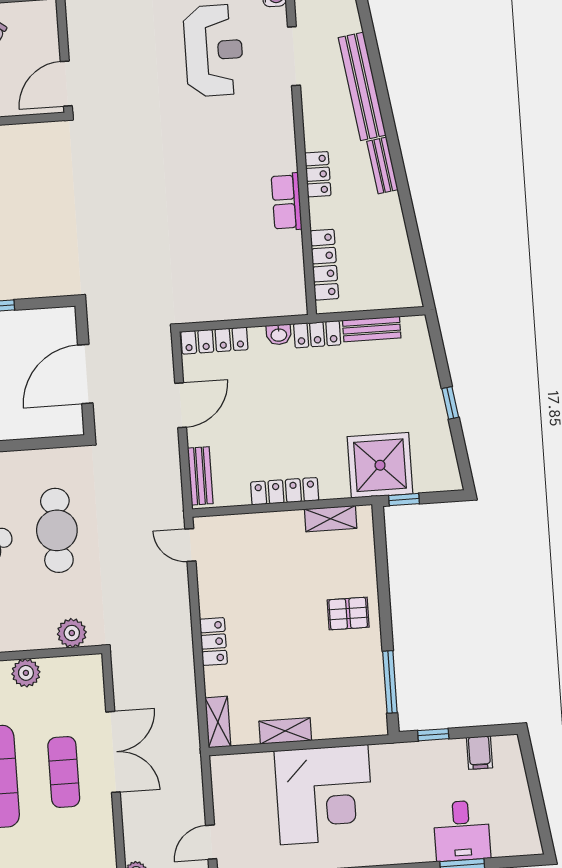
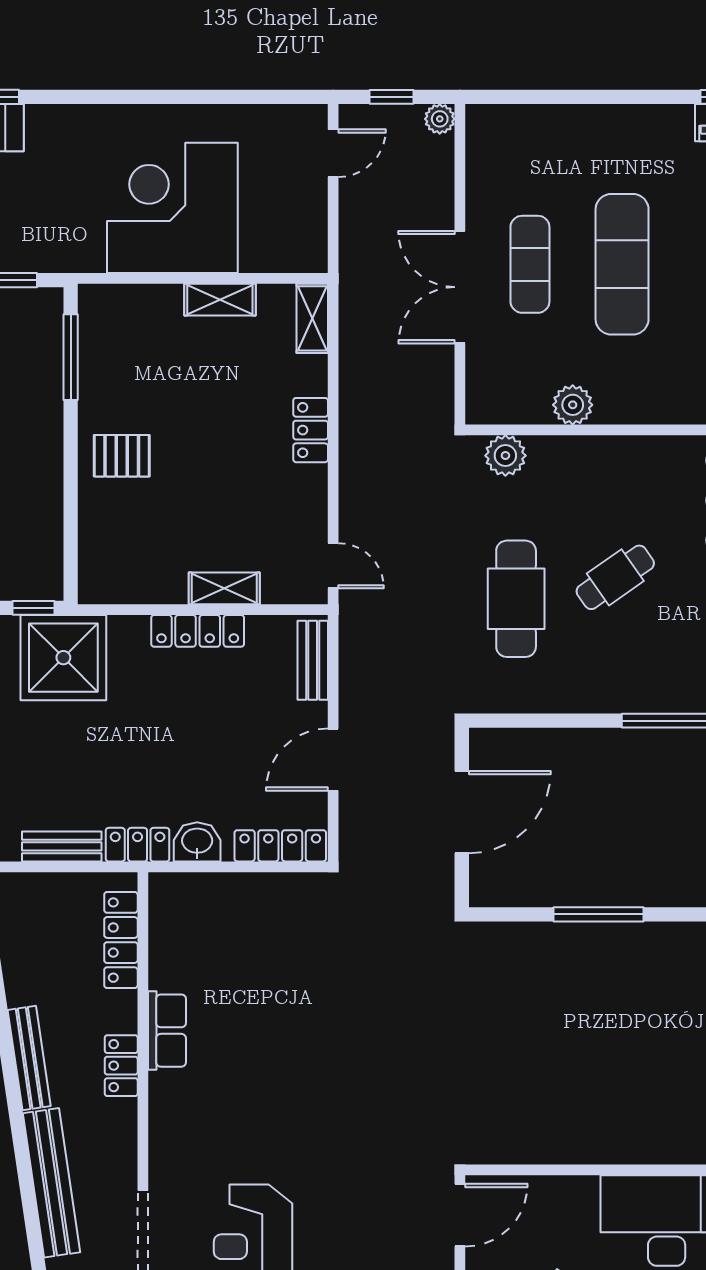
bench: (382, 165) -> (29, 1058), width x1.36
washbasin: (279, 335) -> (197, 842), width x1.38, depth x1.45
shelving: (331, 519) -> (224, 588), moved

